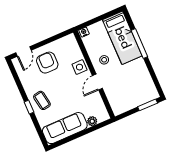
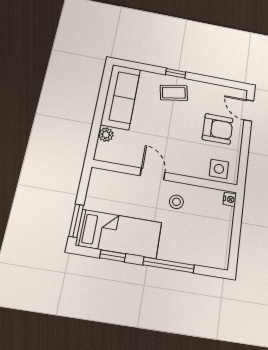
bed: (122, 38) -> (119, 234), moved, turned 180
side table: (79, 67) -> (219, 169), moved
window: (153, 75) -> (113, 256), added

